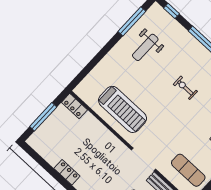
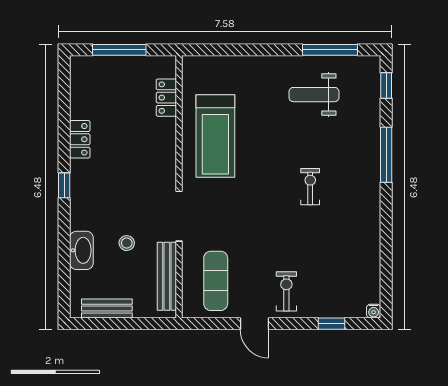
locker: (74, 106) -> (166, 98), moved

